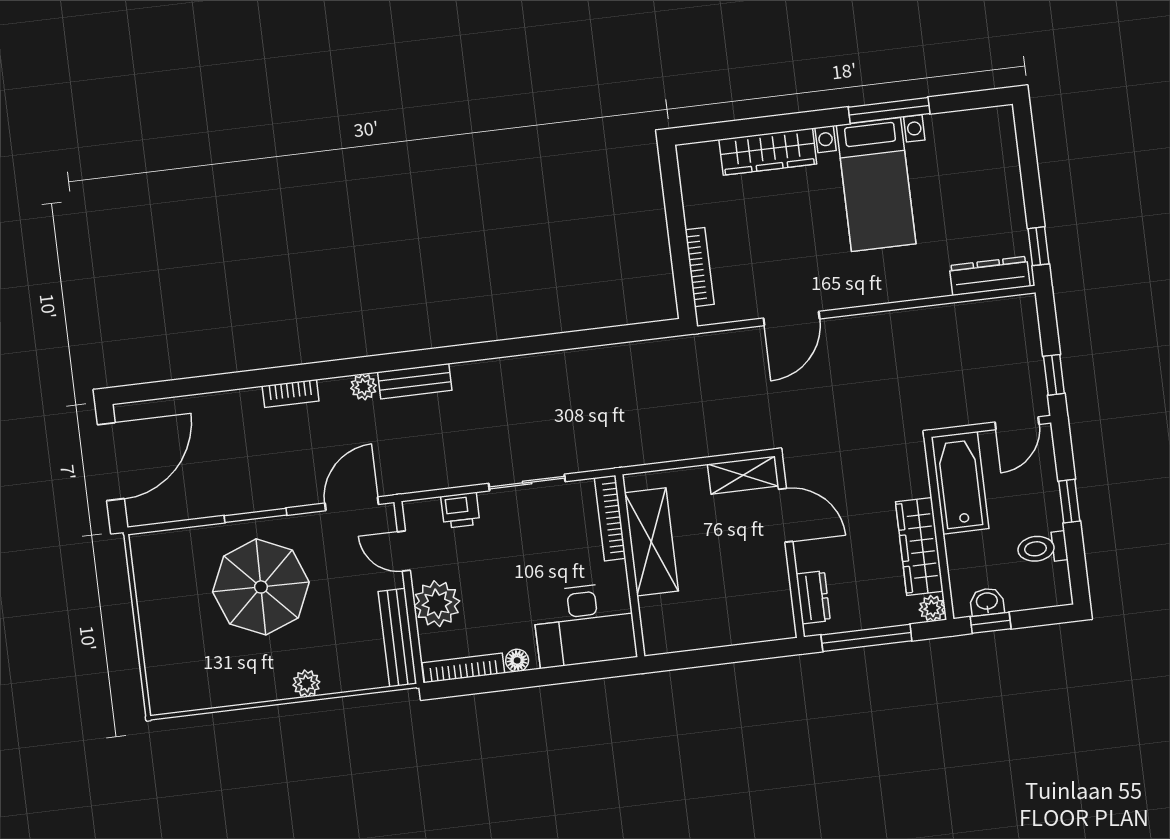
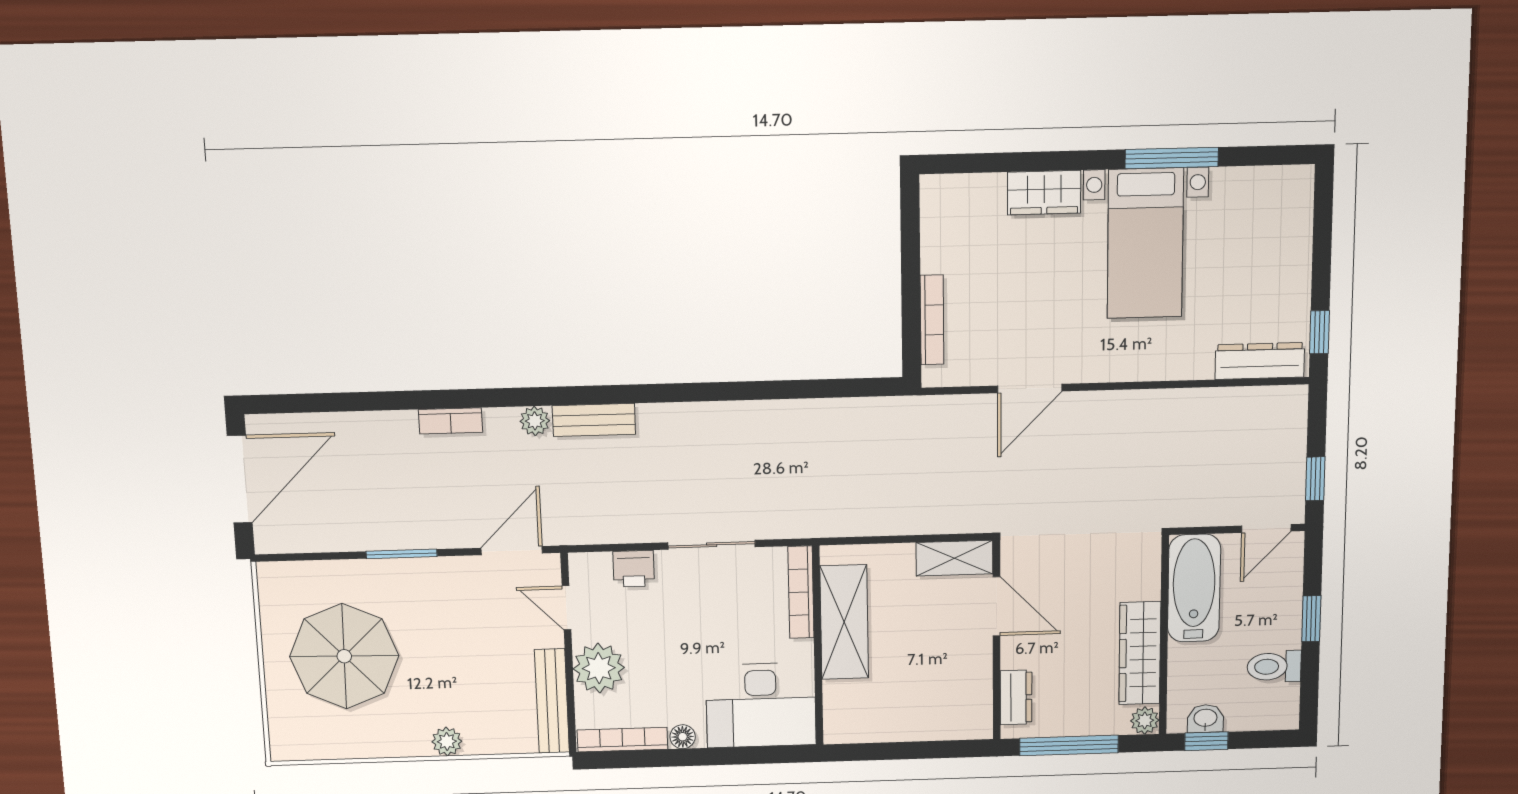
wardrobe: (768, 152) -> (1044, 193), width x0.67
parasol: (261, 587) -> (344, 656), moved

